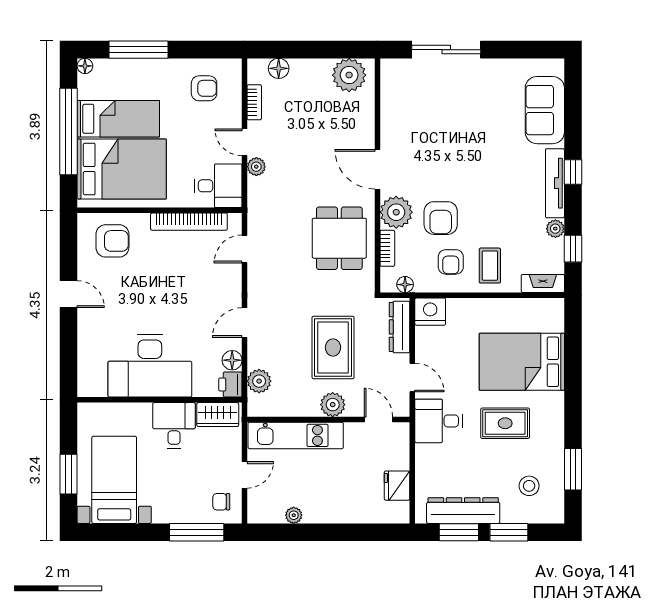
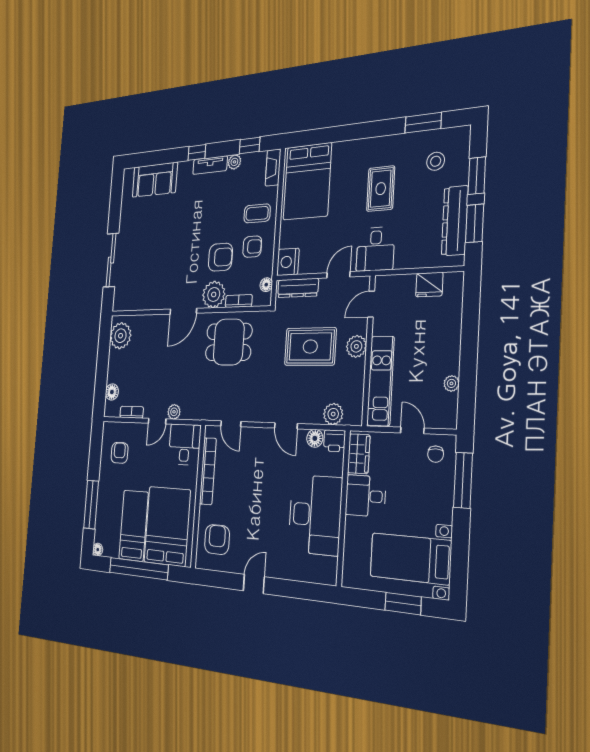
tv unit: (555, 183) -> (210, 165), width x0.71
bed: (522, 362) -> (307, 181), moved

